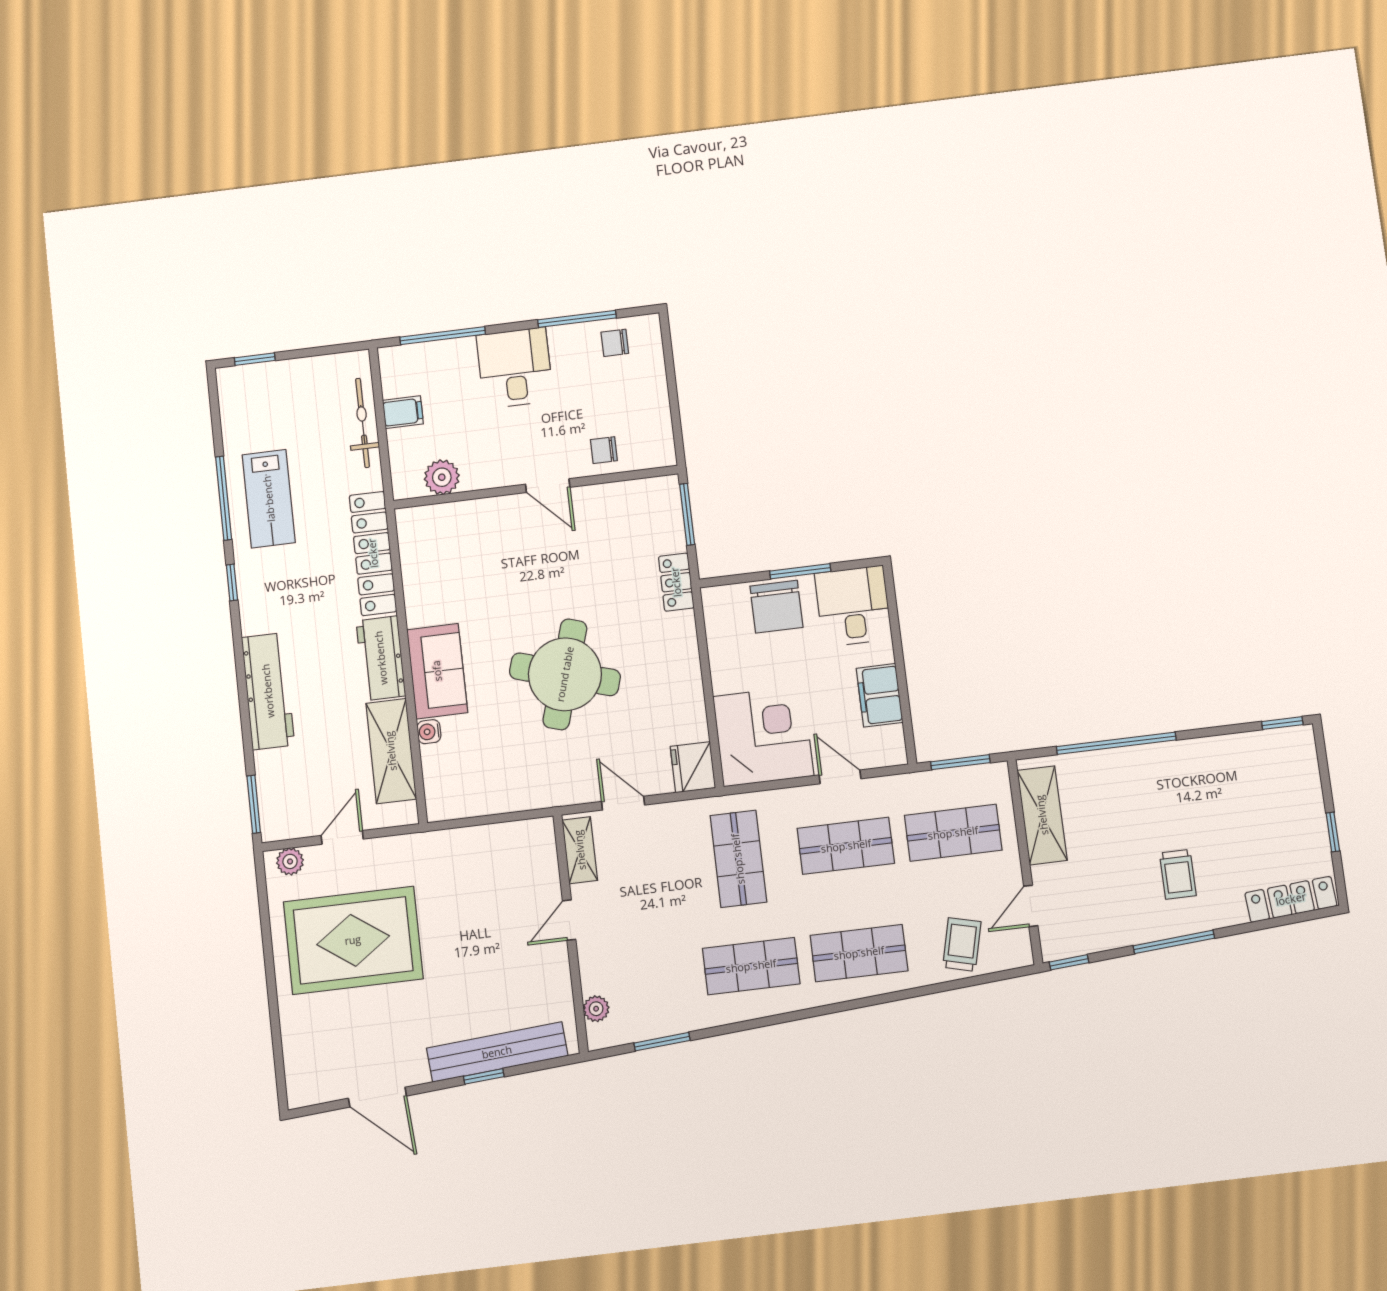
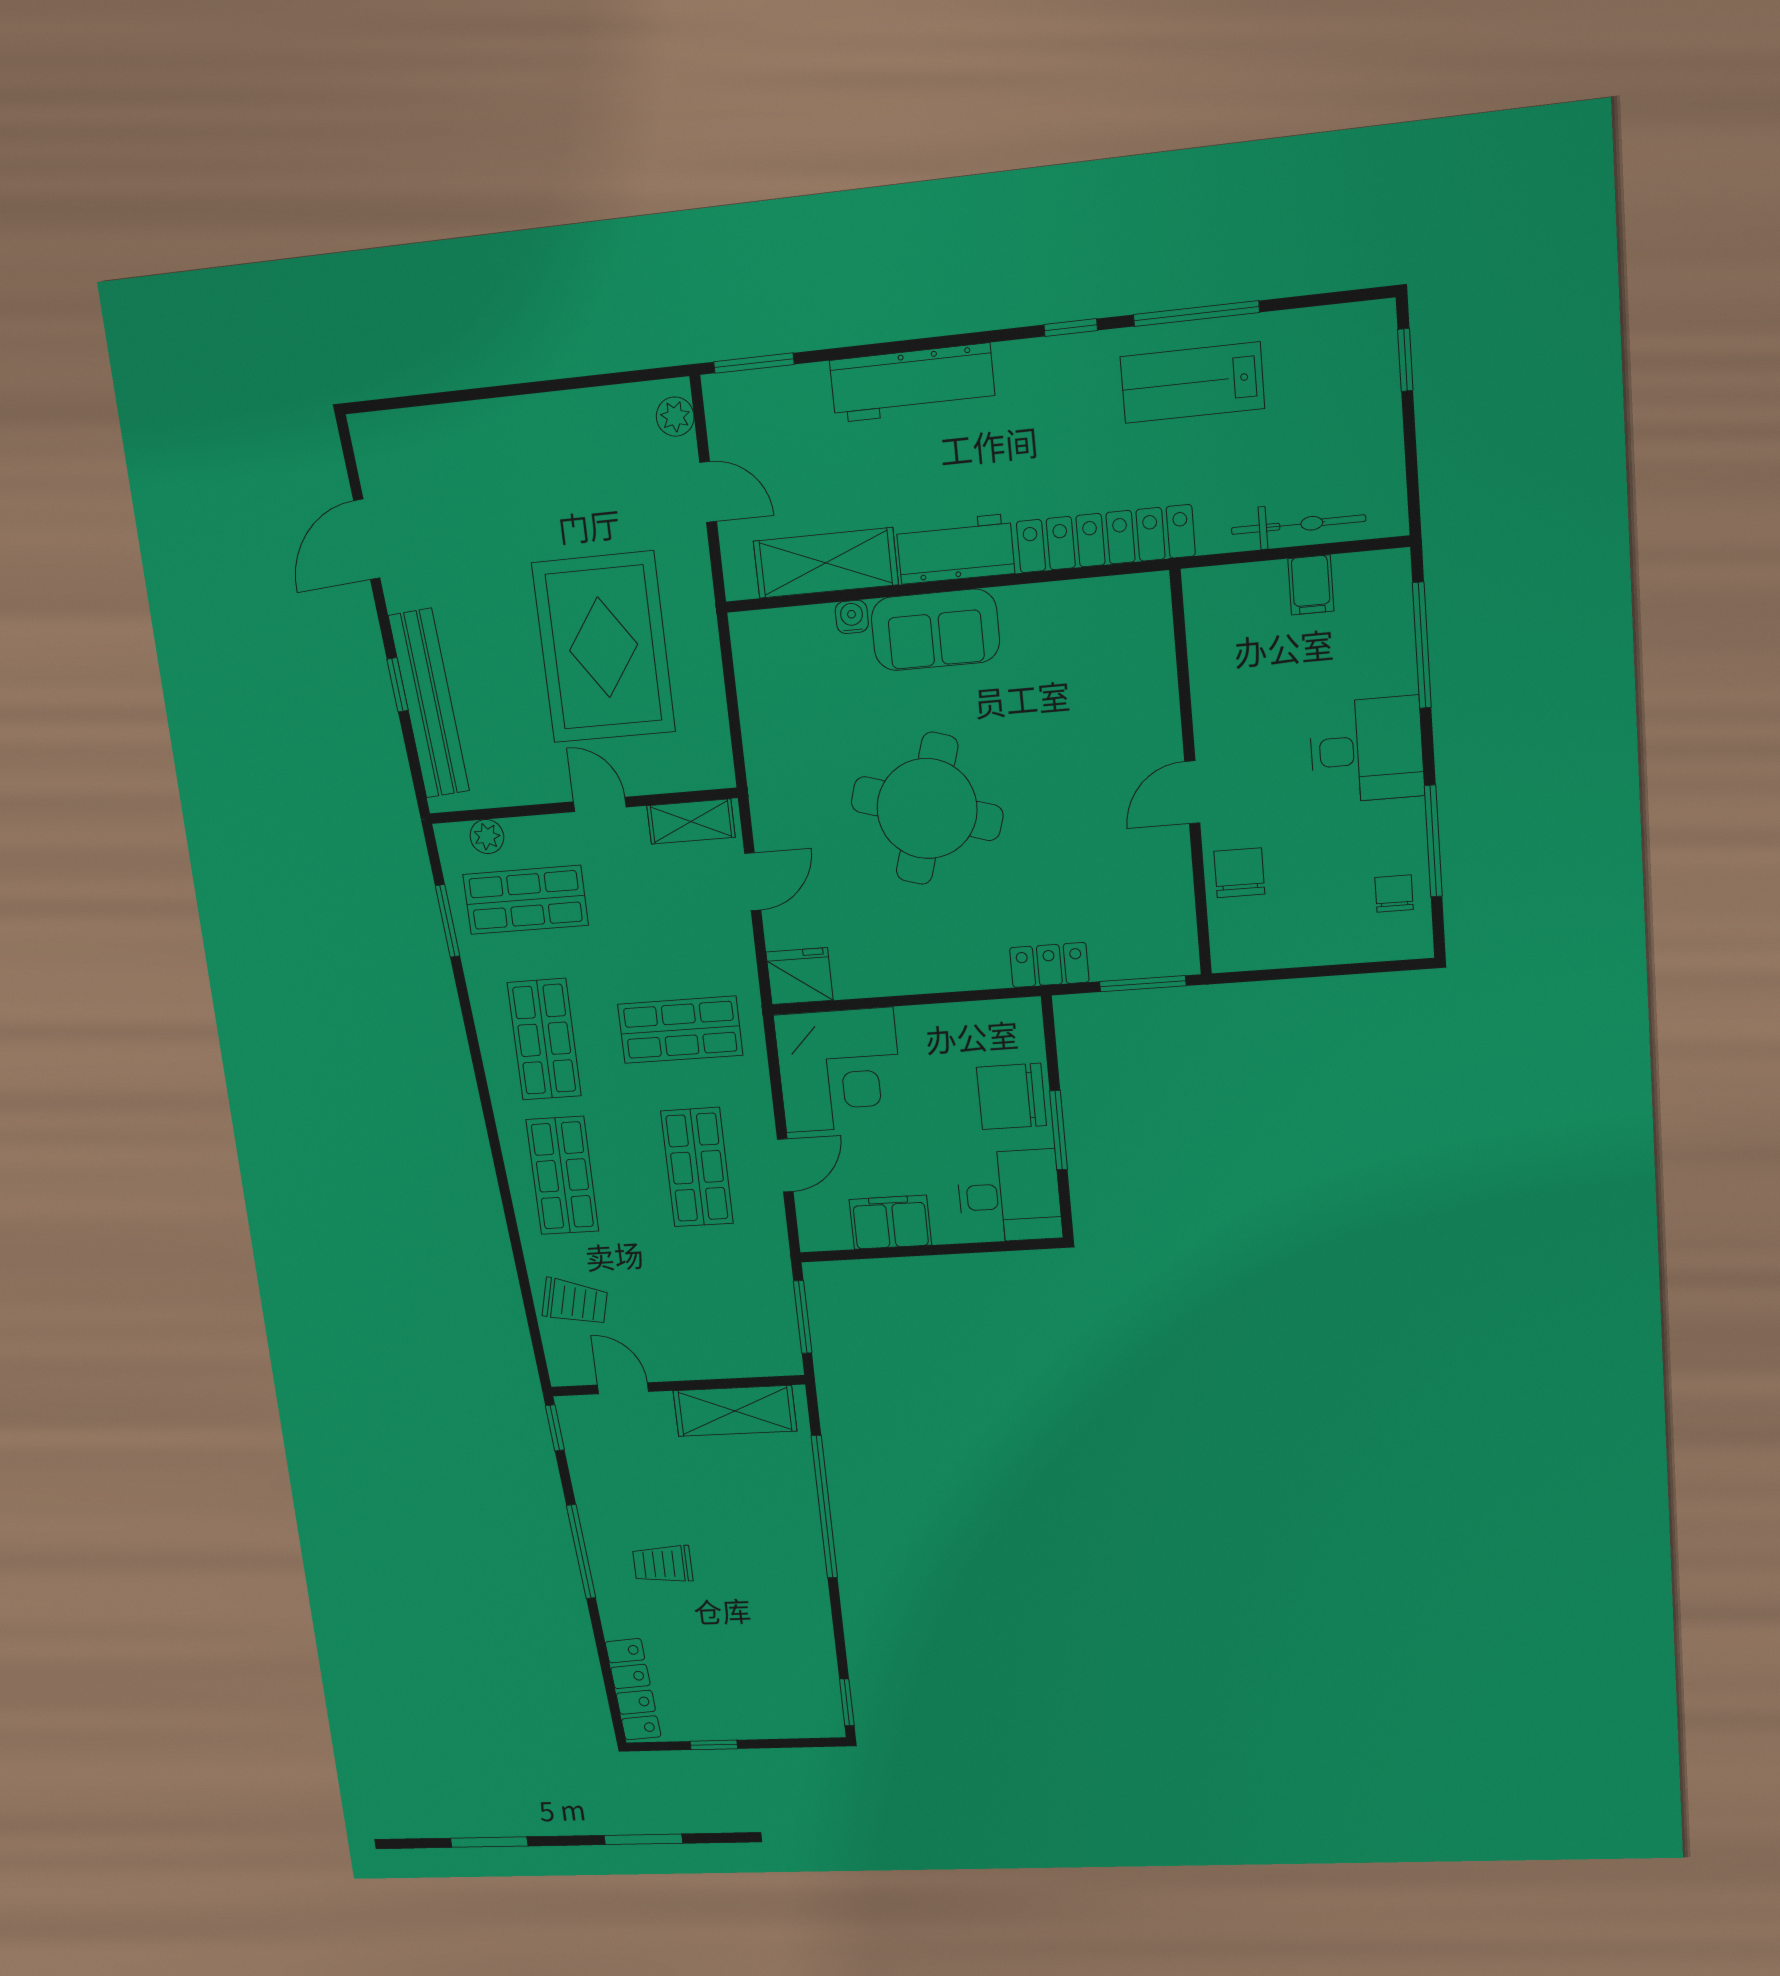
chair: (604, 450) -> (1239, 873), width x1.37, depth x1.37
plant: (442, 477) -> (1212, 641), removed
shop shelf: (953, 833) -> (526, 900), moved, turned 90
rug: (353, 940) -> (604, 647), moved

